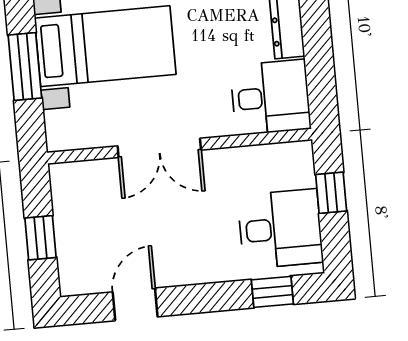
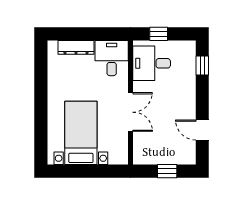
window: (25, 67) -> (87, 171), removed
desk: (280, 229) -> (152, 63), moved, turned -90

